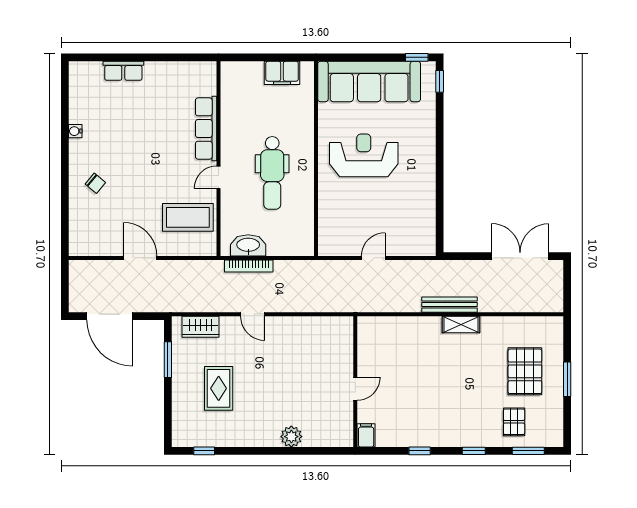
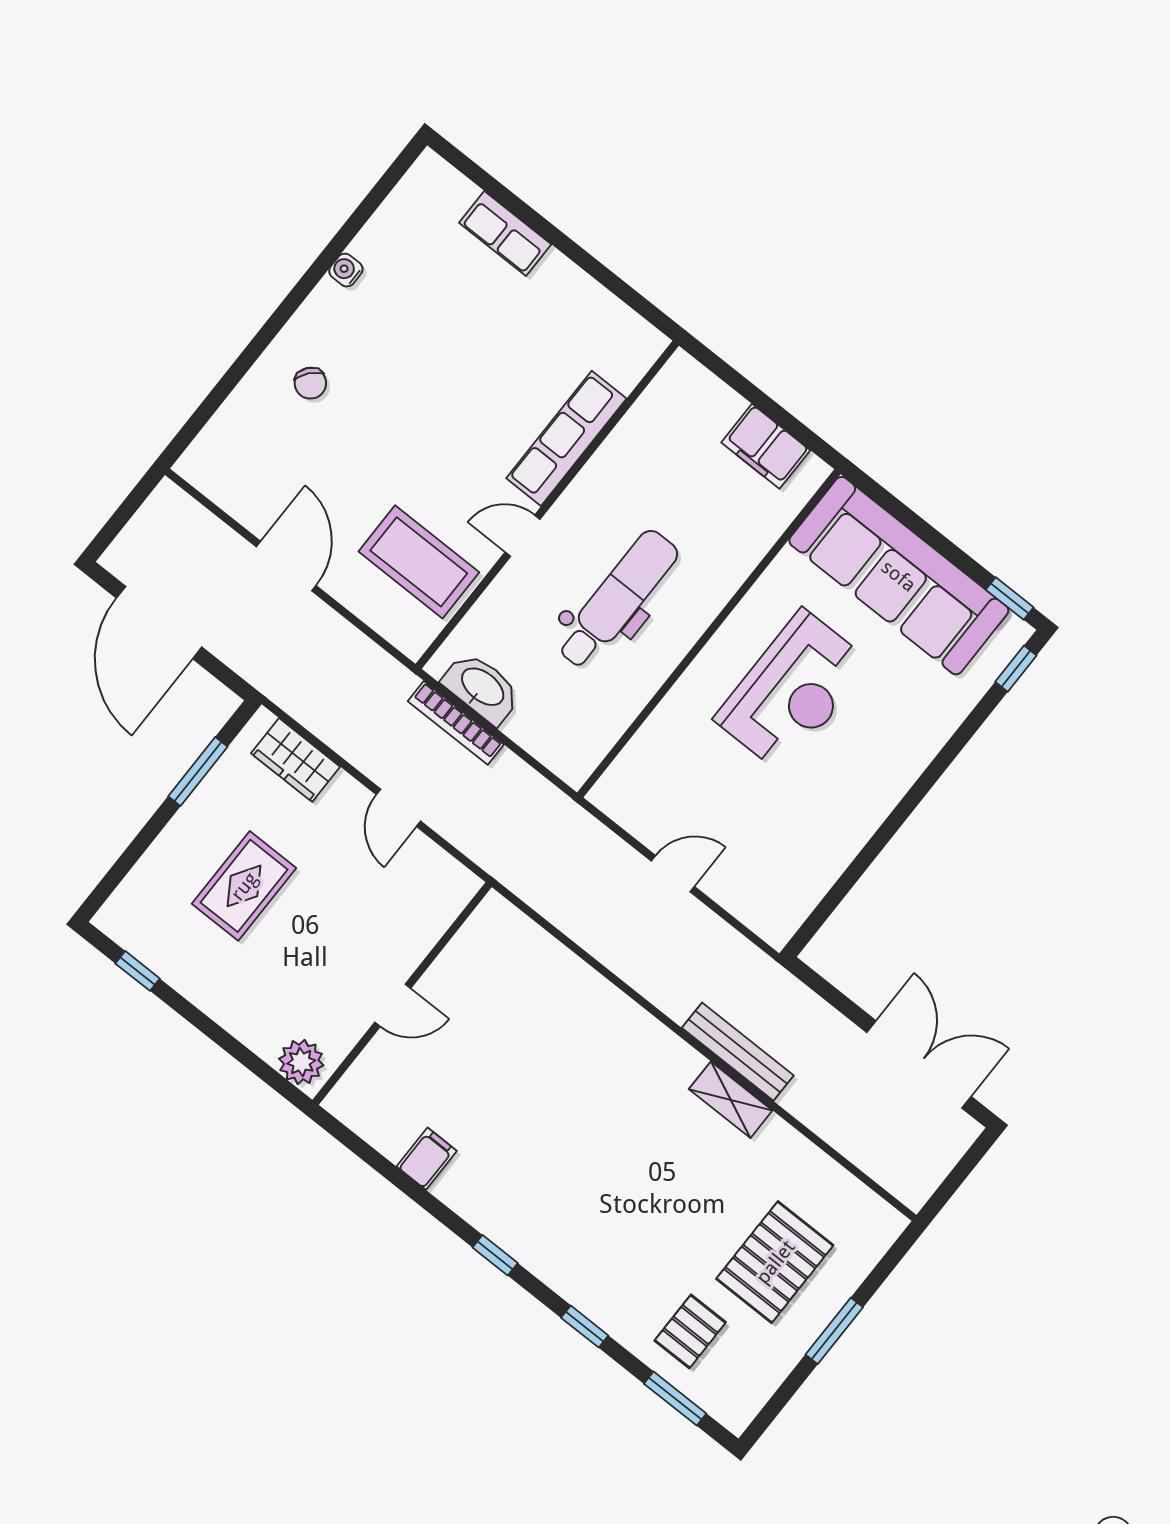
reception desk: (364, 155) -> (792, 691), turned 90
dental chair: (272, 173) -> (617, 599), turned 180
wall: (355, 382) -> (402, 993), moved
door: (355, 389) -> (393, 1005), moved

